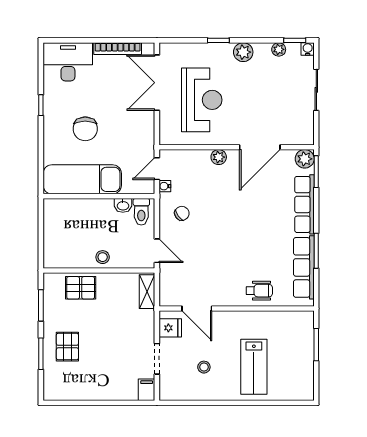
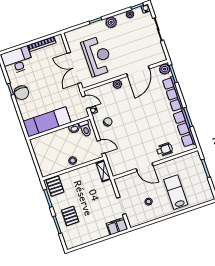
double door: (157, 83) -> (74, 68), moved
chair: (85, 129) -> (22, 93), moved
door: (157, 169) -> (86, 102), swing flipped
pallet: (81, 288) -> (55, 186), moved, turned 90
door: (197, 309) -> (145, 167), moved
fridge: (170, 328) -> (123, 187), removed
lab bench: (254, 367) -> (176, 192), turned 180
filing cabinet: (147, 390) -> (117, 226), width x2.00

